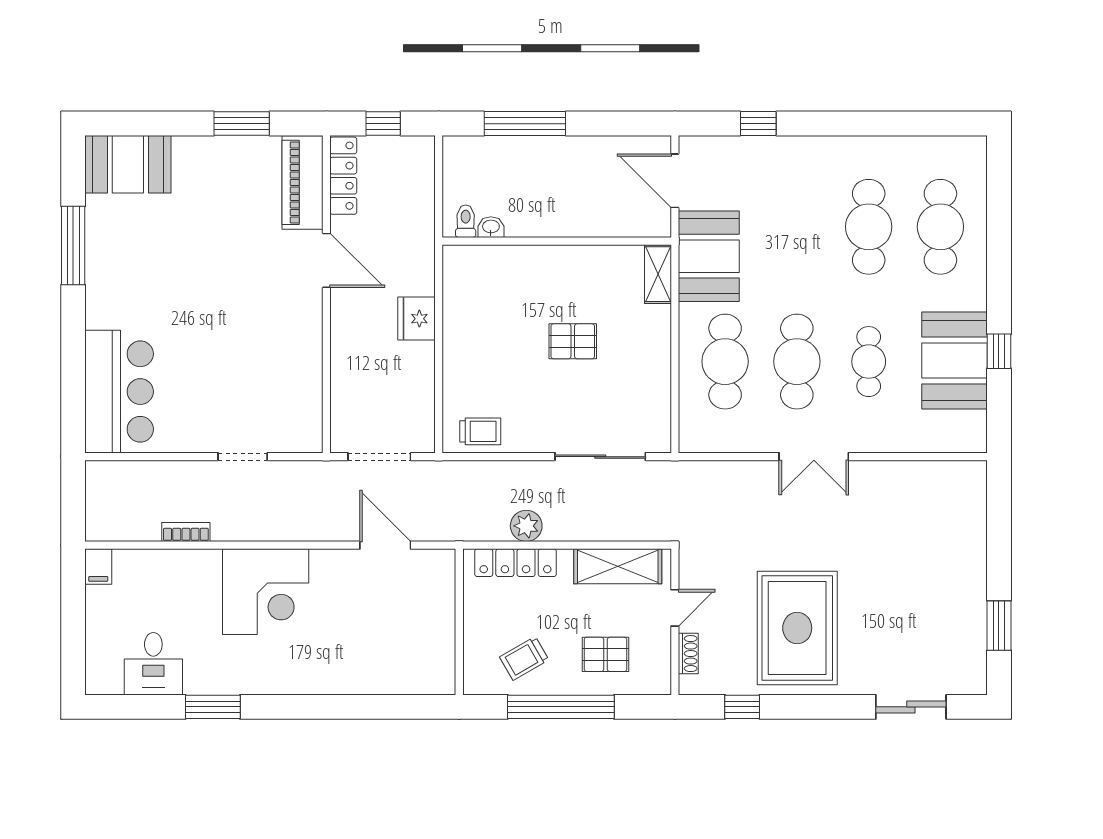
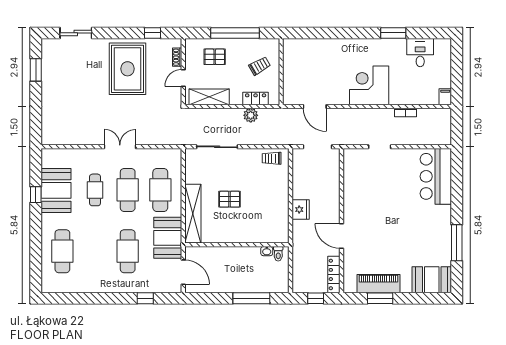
piano: (303, 182) -> (378, 284), moved, turned -90
cafe table: (869, 227) -> (128, 251), moved
shelving: (658, 274) -> (193, 214), width x2.20, depth x1.33
locker: (515, 563) -> (256, 99), width x0.66
trolley: (524, 658) -> (260, 66), moved

